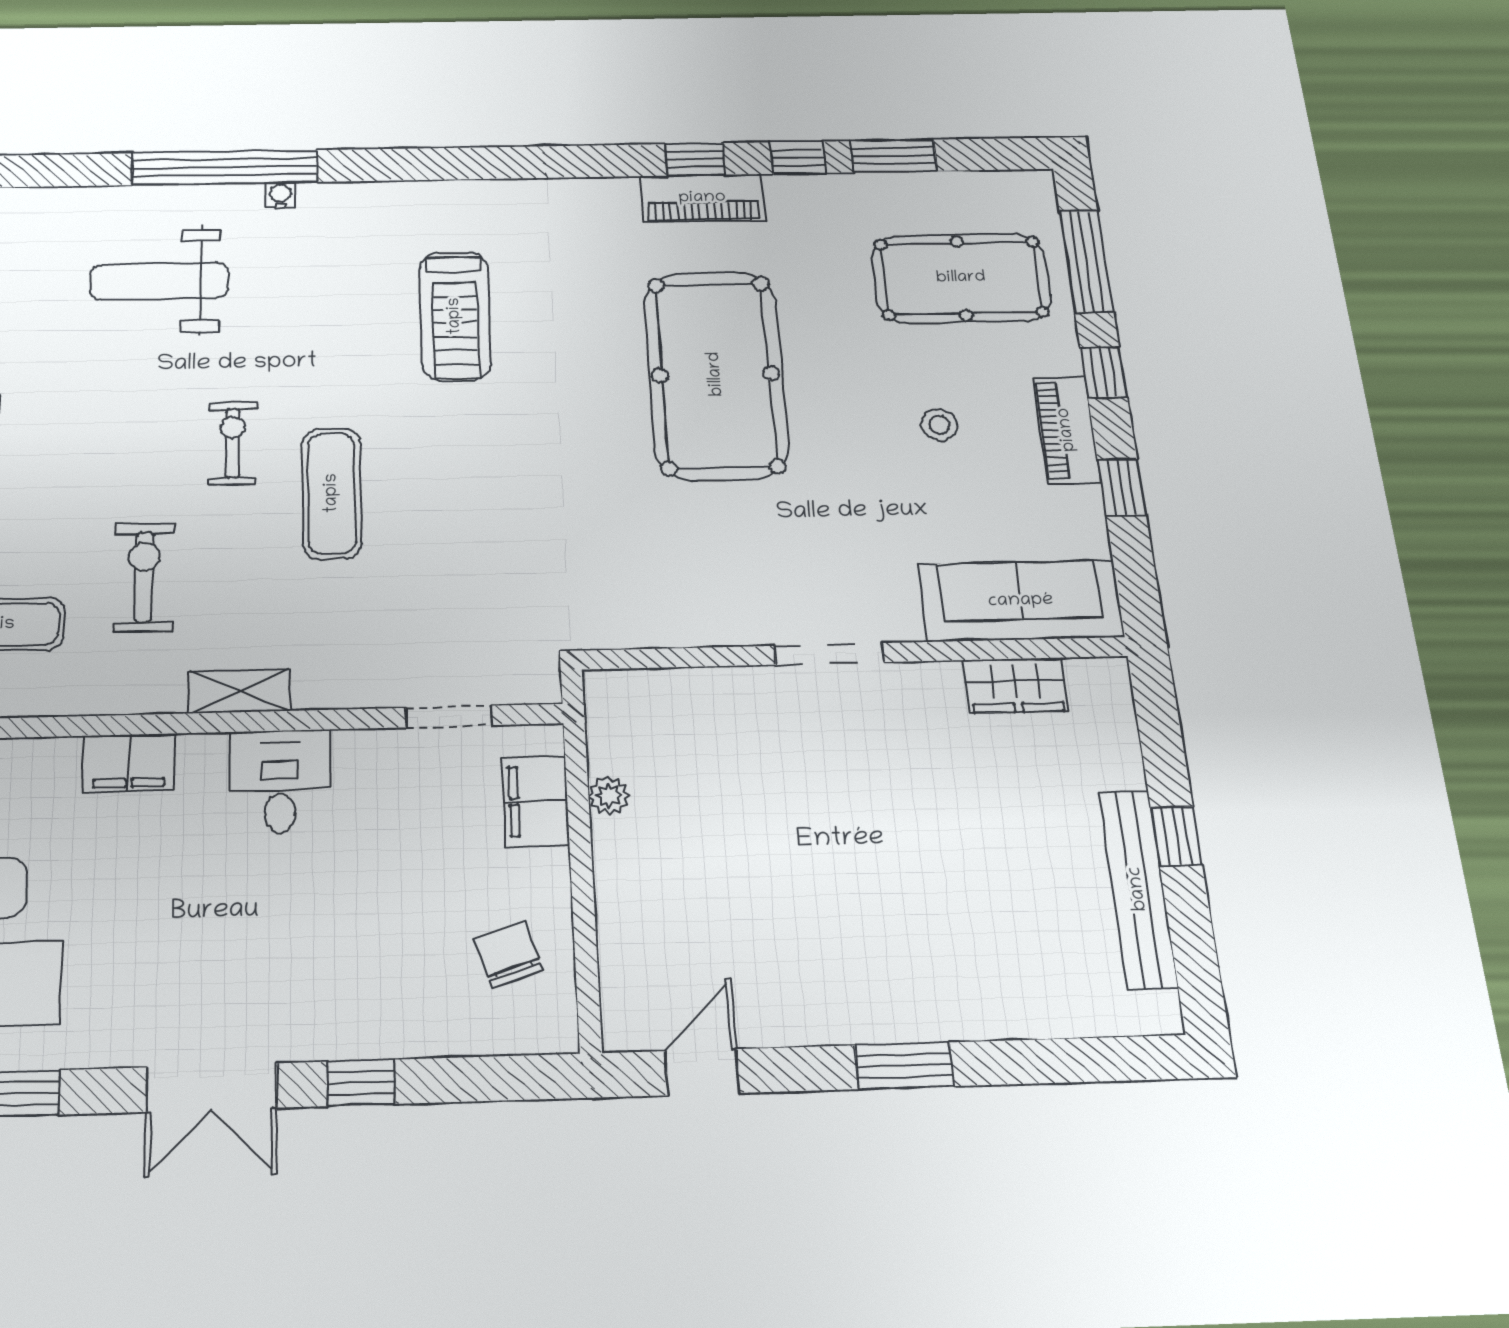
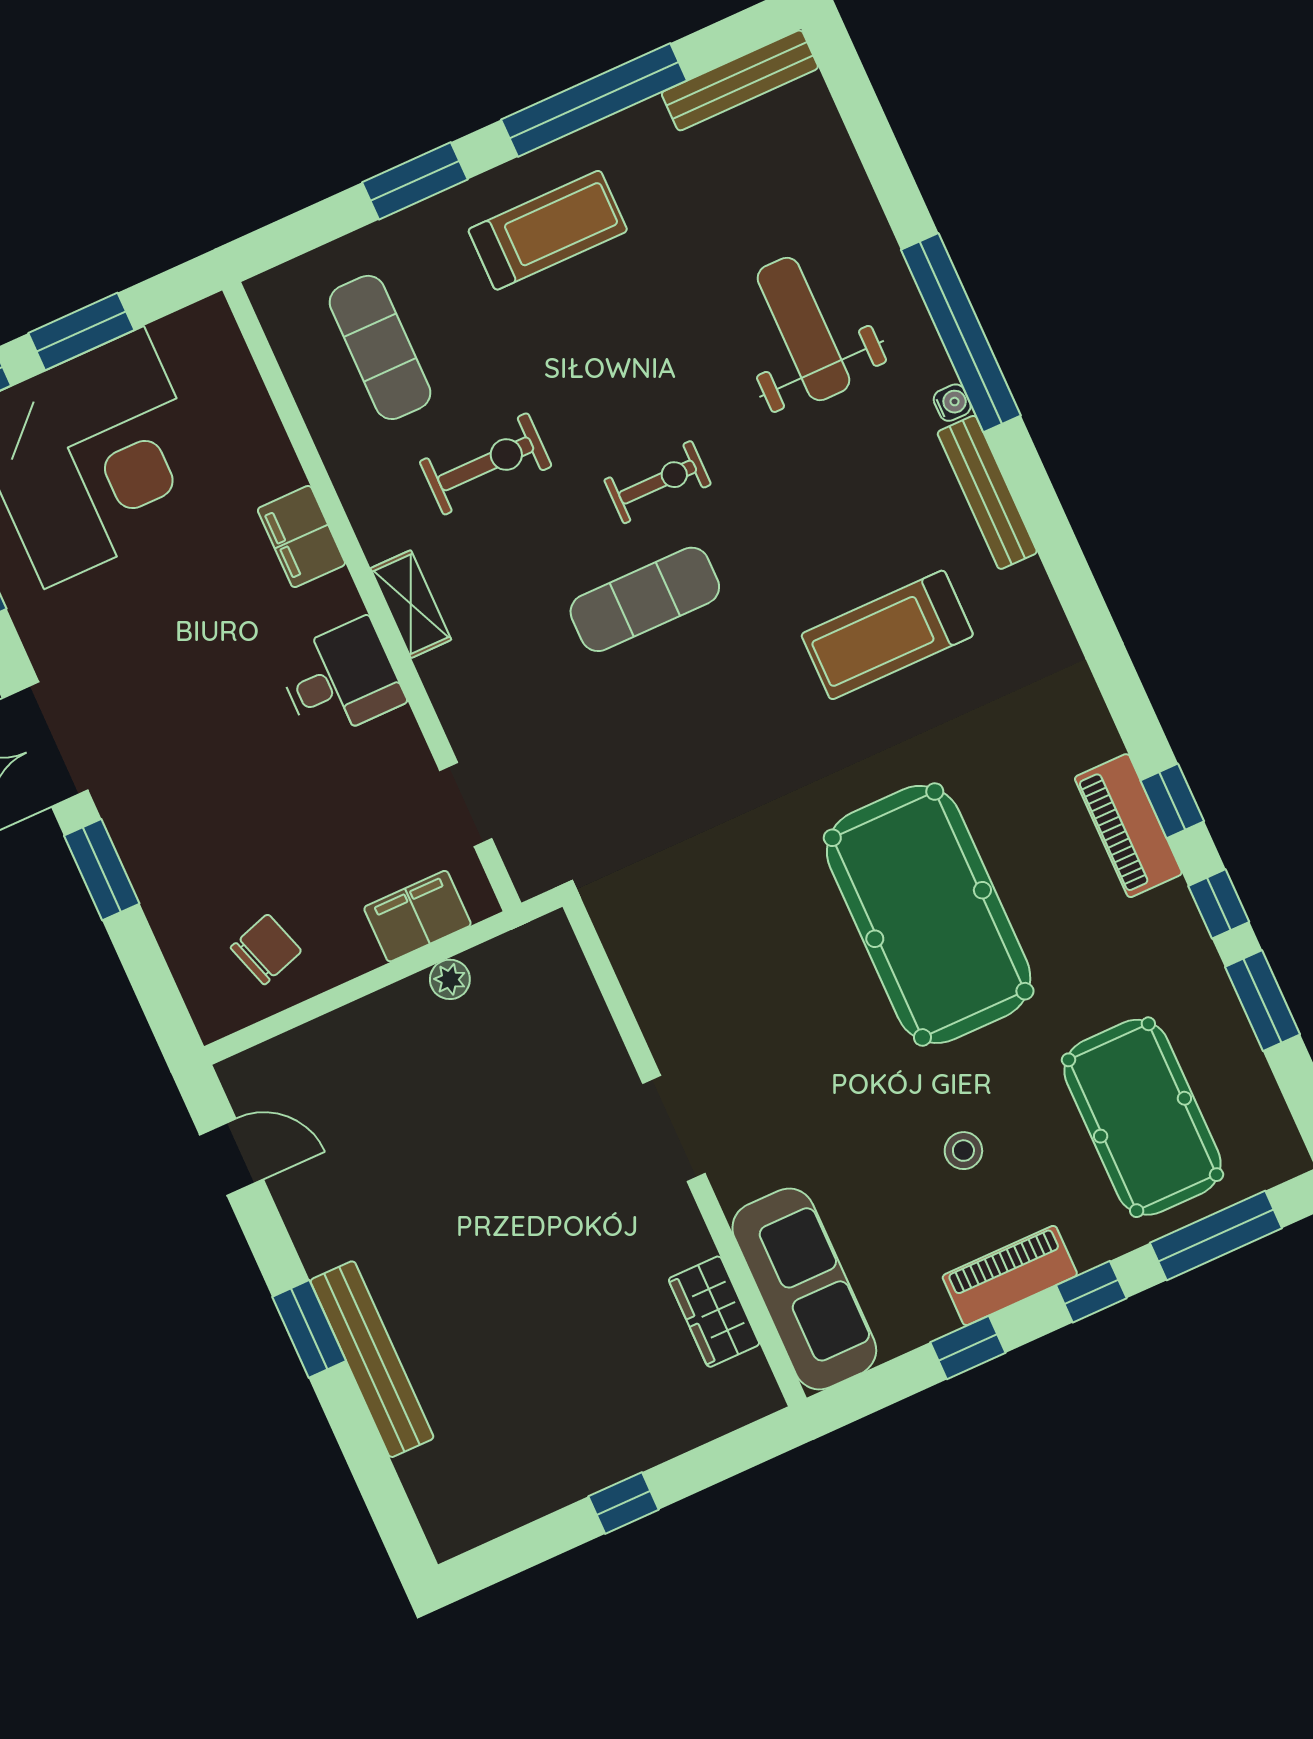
bench: (369, 197) -> (987, 492), added
pool table: (716, 374) -> (929, 914), turned 90
bench: (1138, 889) -> (372, 1359), moved, turned 90
window: (361, 1083) -> (102, 870), width x1.50

